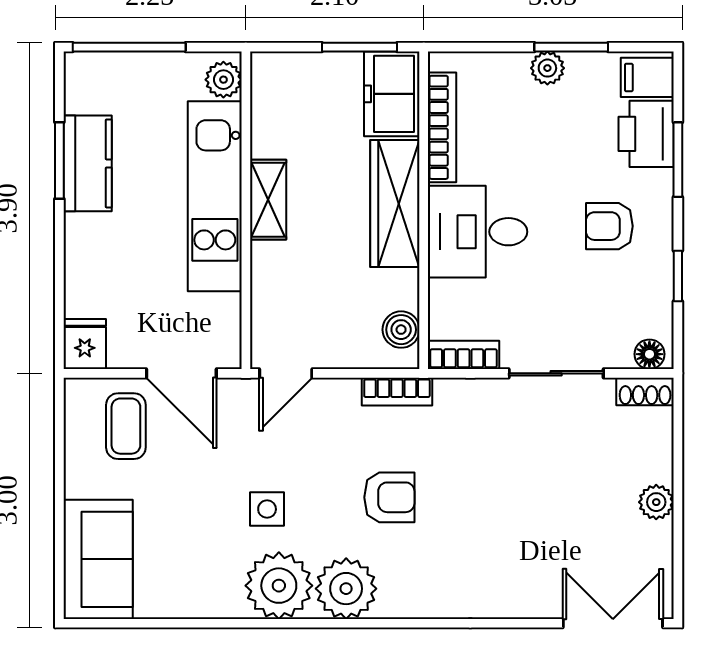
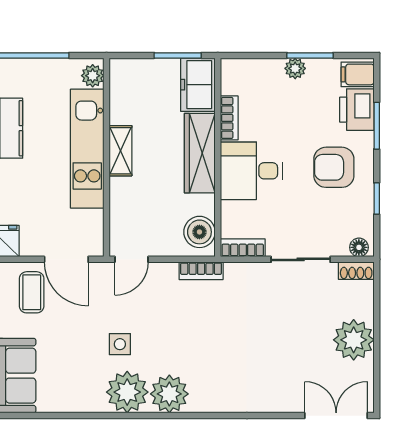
bookcase: (442, 127) -> (229, 118), width x0.64
armchair: (609, 226) -> (334, 167), width x1.38, depth x1.38
boiler: (401, 330) -> (199, 232), width x1.36, depth x1.36
armchair: (389, 497) -> (196, 337), removed
plant: (656, 502) -> (354, 340), width x1.87, depth x1.87

